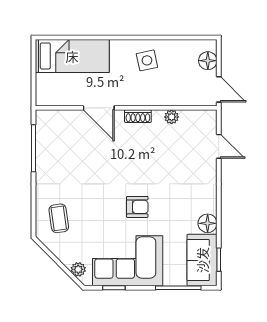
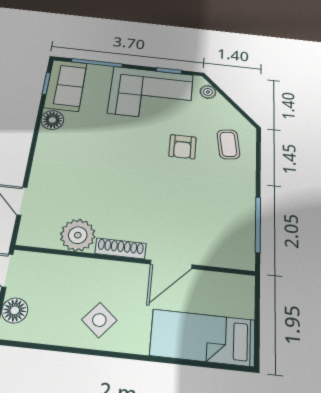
side table: (147, 60) -> (99, 320), turned -38
door: (99, 108) -> (171, 264), swing flipped
shoe rack: (138, 116) -> (121, 248), width x1.43
plant: (172, 117) -> (78, 235), width x1.88, depth x1.88
armchair: (137, 207) -> (183, 147), moved, turned -90

